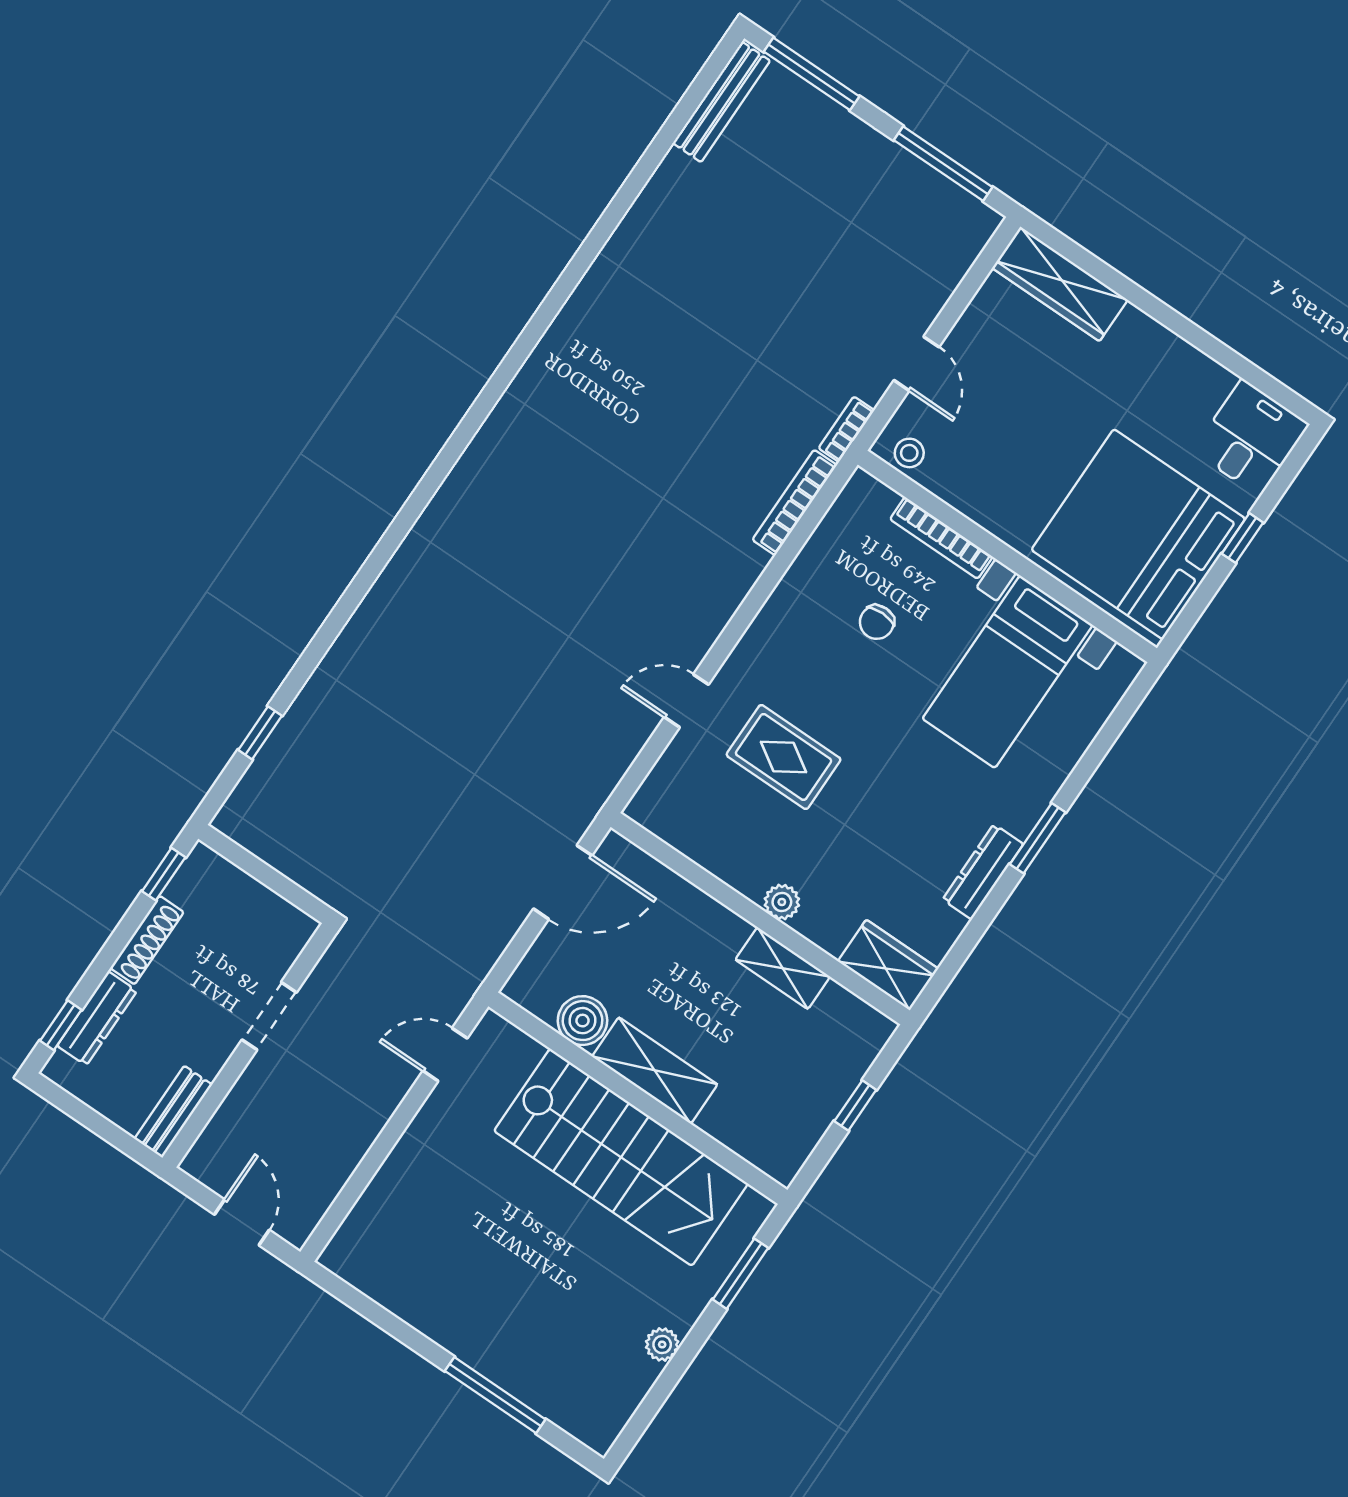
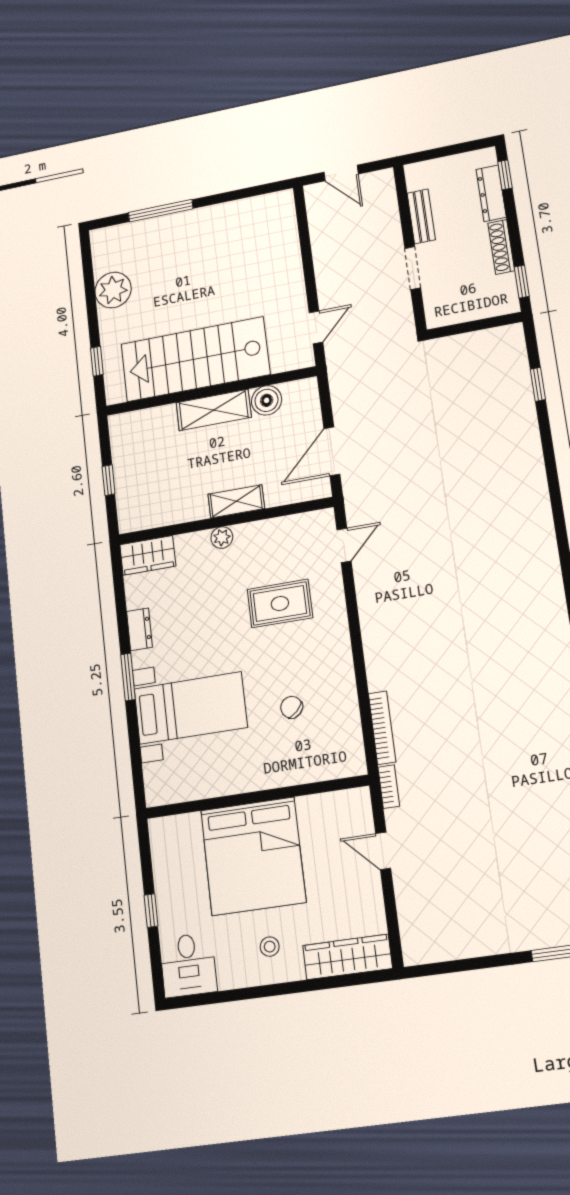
window: (943, 164) -> (459, 966), removed
stool: (909, 453) -> (270, 947), moved
bed: (1138, 534) -> (253, 856), moved, turned 90
bookcase: (941, 538) -> (296, 776), removed
chair: (877, 622) -> (292, 707), turned -44
bed with nightstands: (1007, 672) -> (190, 708), moved, turned 90
door: (686, 701) -> (344, 545), moved
dresser: (983, 872) -> (139, 629), width x0.70
shelving: (783, 968) -> (236, 501), moved
bench: (173, 1112) -> (421, 216), moved
window: (741, 1274) -> (97, 361), width x0.67
plant: (662, 1345) -> (113, 290), width x1.88, depth x1.88

